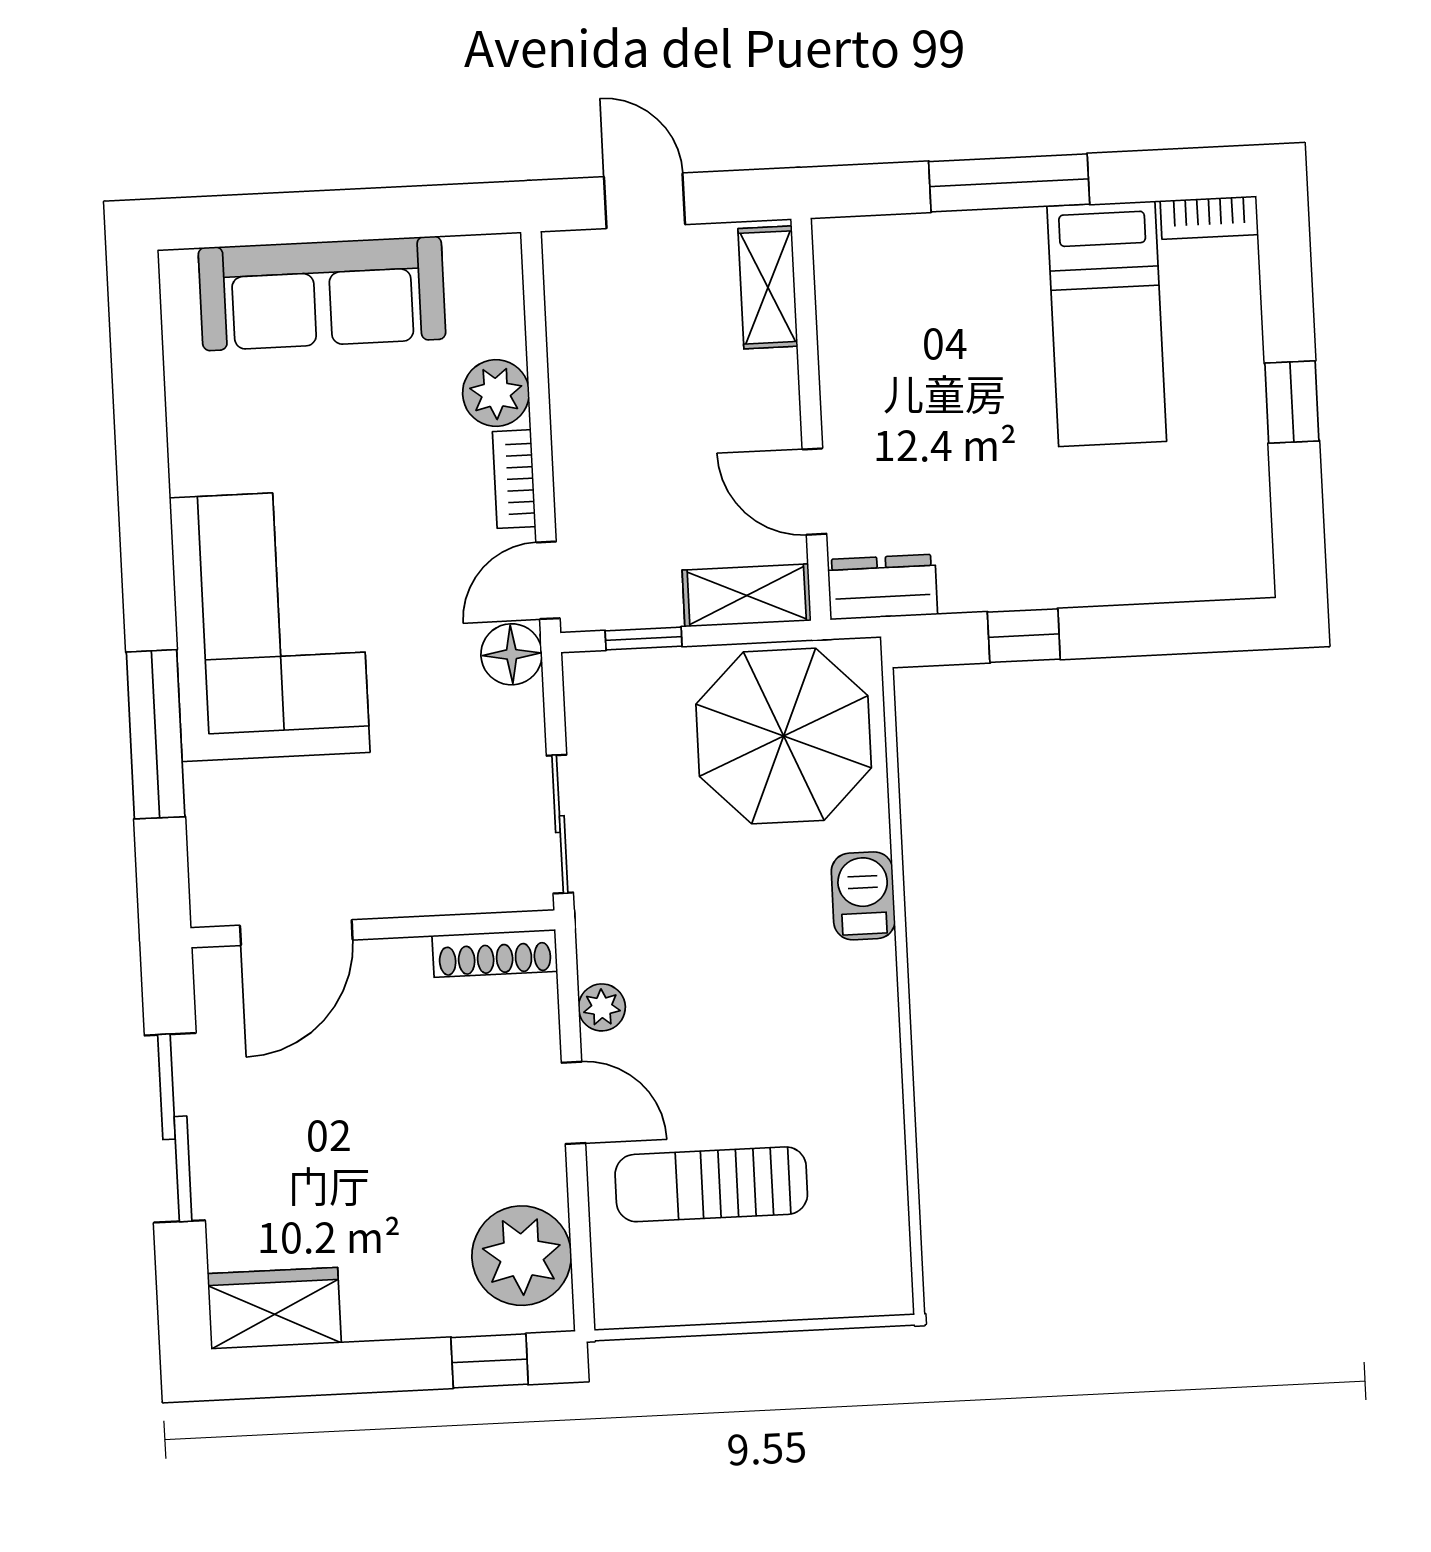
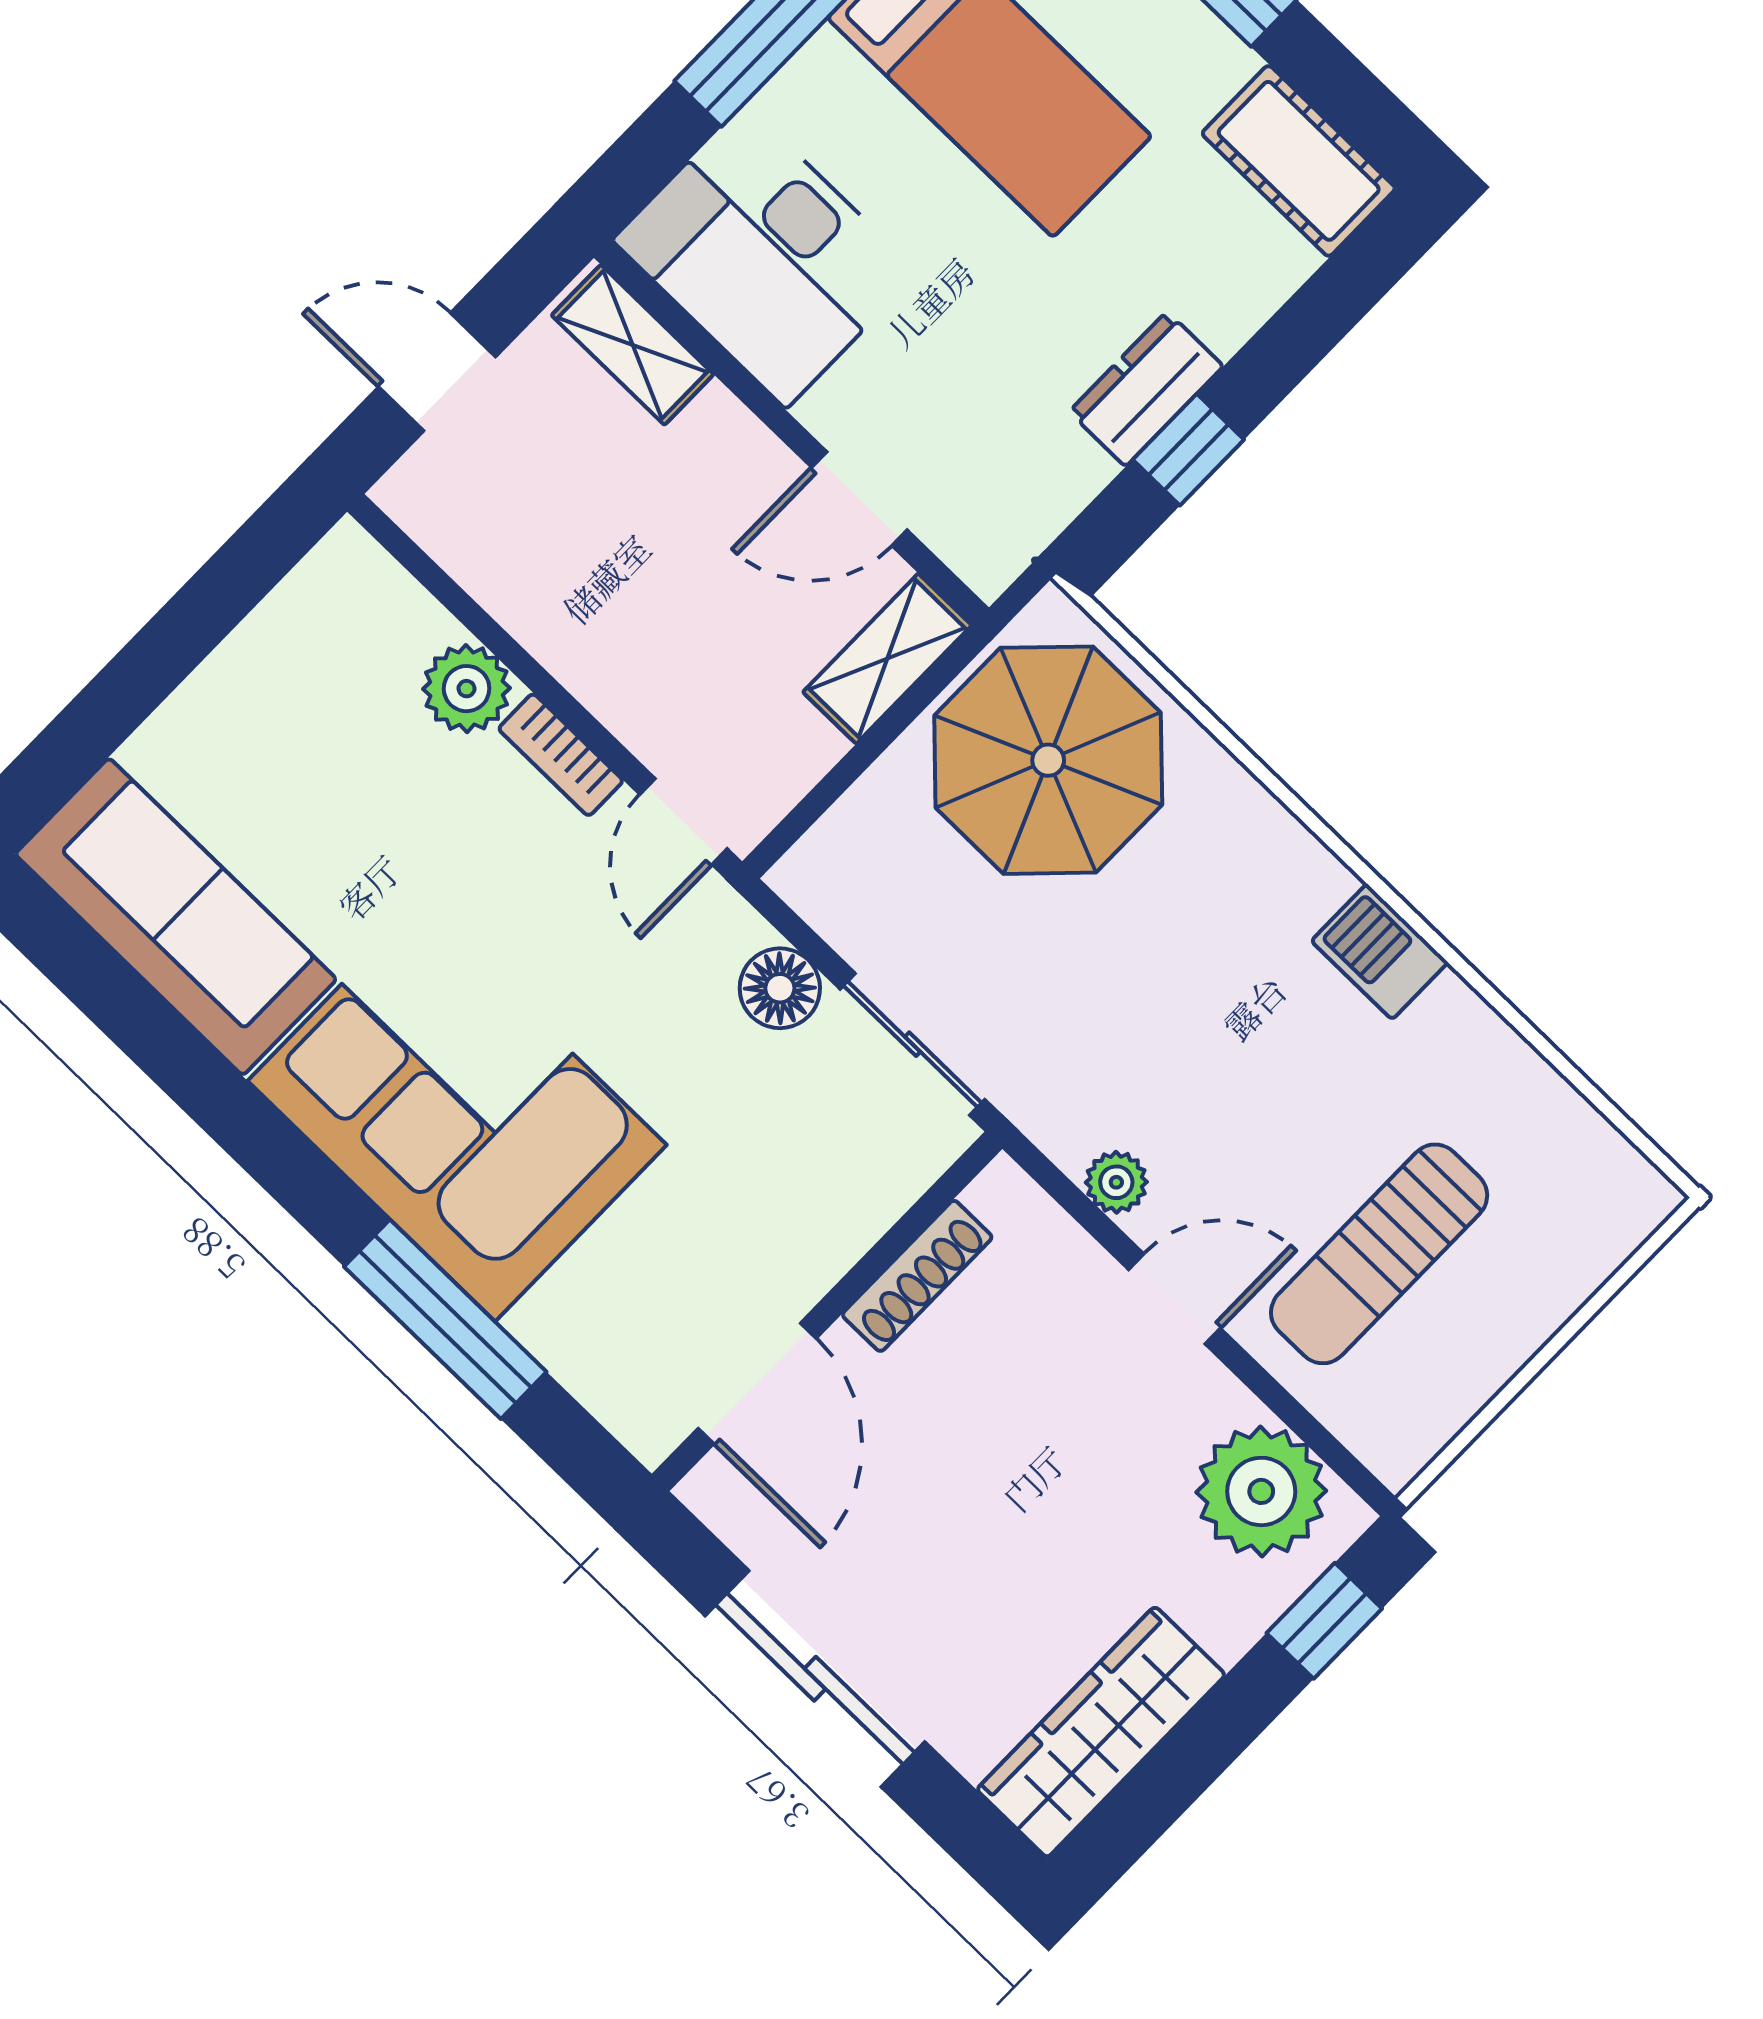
sofa: (322, 293) -> (176, 917), moved, turned -90
desk: (888, 307) -> (765, 256), added
cot: (1236, 532) -> (1299, 161), added
dresser: (882, 587) -> (1146, 389), moved
window: (644, 638) -> (827, 792), removed
floor lamp: (512, 654) -> (780, 988), moved
barbecue: (863, 896) -> (1380, 952), moved
shoe rack: (495, 953) -> (917, 1276), moved
wardrobe: (274, 1308) -> (1101, 1732), width x1.50

